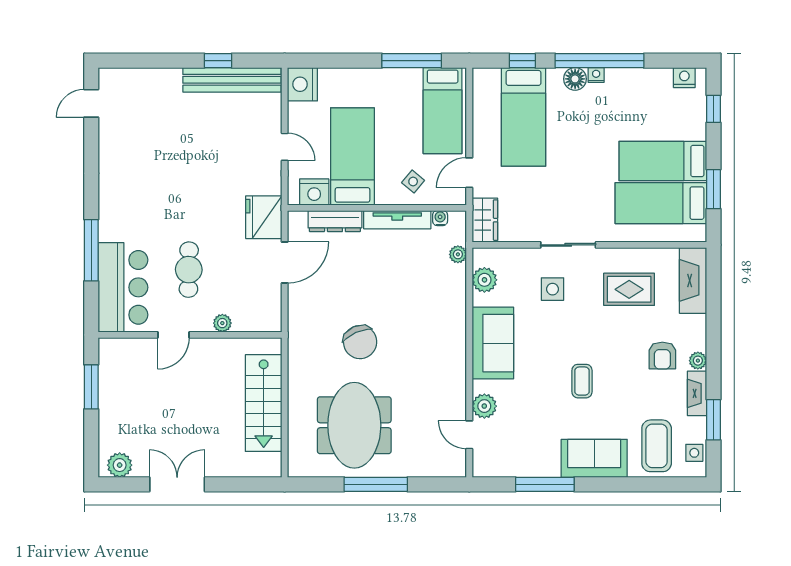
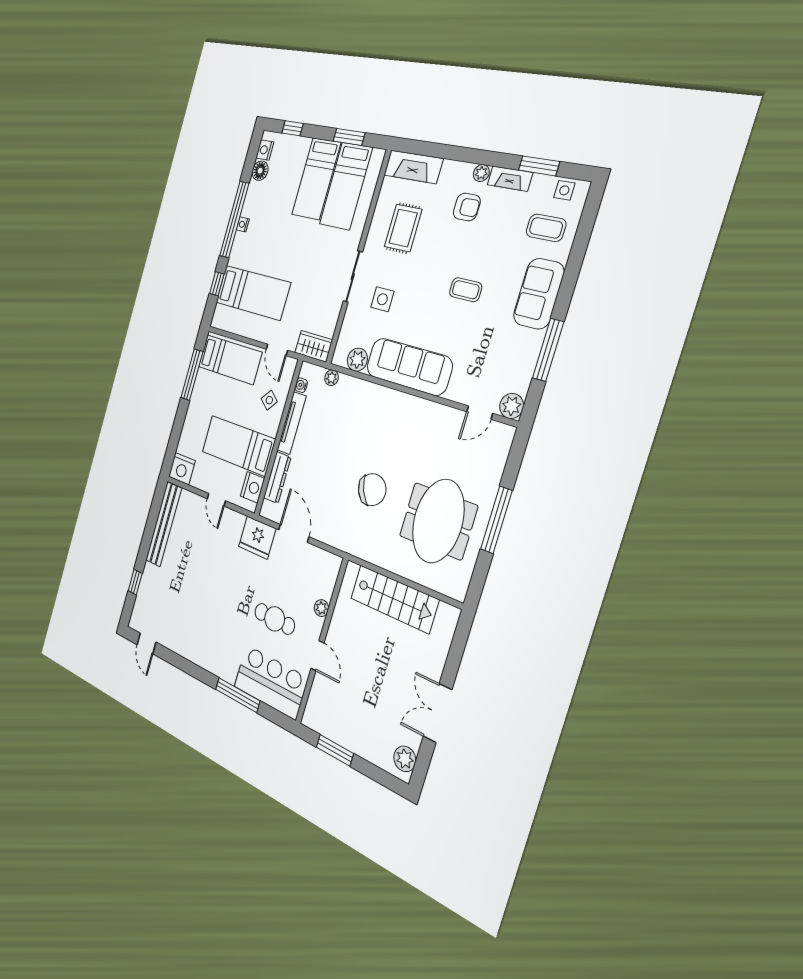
window: (218, 61) -> (135, 582), moved
floor lamp: (575, 79) -> (260, 171), moved
door: (285, 147) -> (216, 500), swing flipped
sofa: (493, 343) -> (409, 367), width x1.36
plant: (484, 406) -> (512, 406), moved
meeting table: (354, 425) -> (438, 521), turned 90
coffee table: (657, 446) -> (546, 228), width x0.73, depth x0.77

